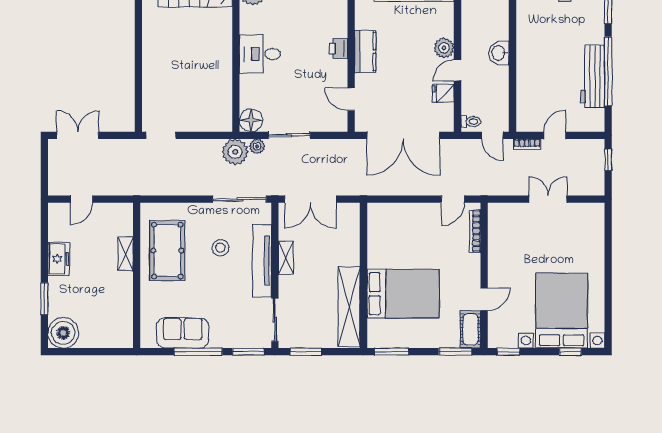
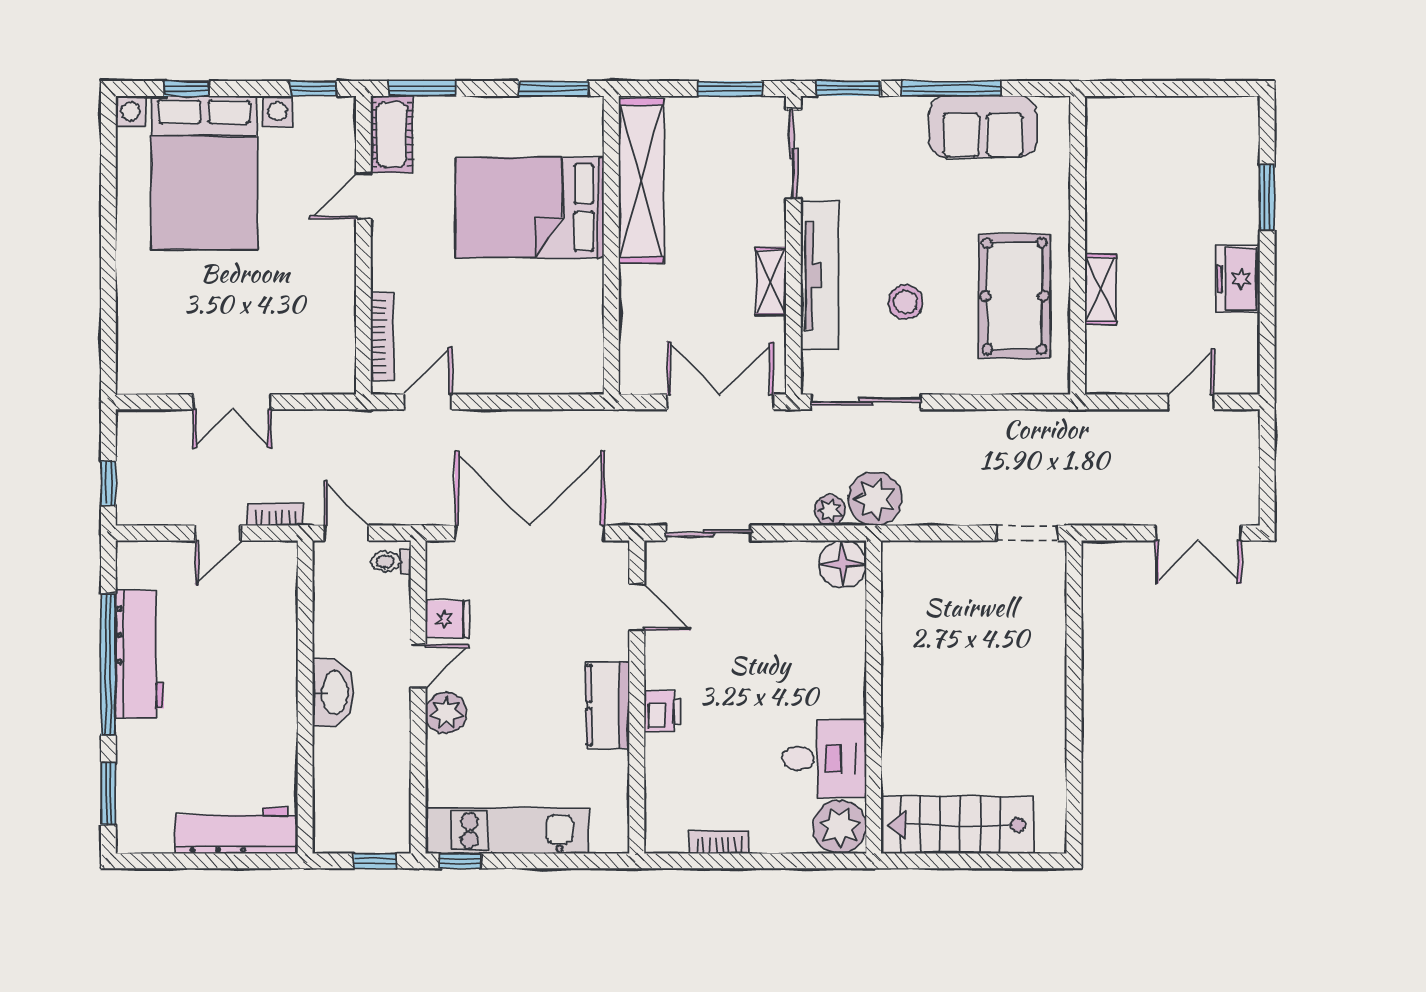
washbasin: (499, 53) -> (333, 693), width x1.38
desk: (260, 54) -> (824, 758), moved
sliding door: (289, 135) -> (709, 533), moved
boiler: (63, 333) -> (1228, 127), removed

